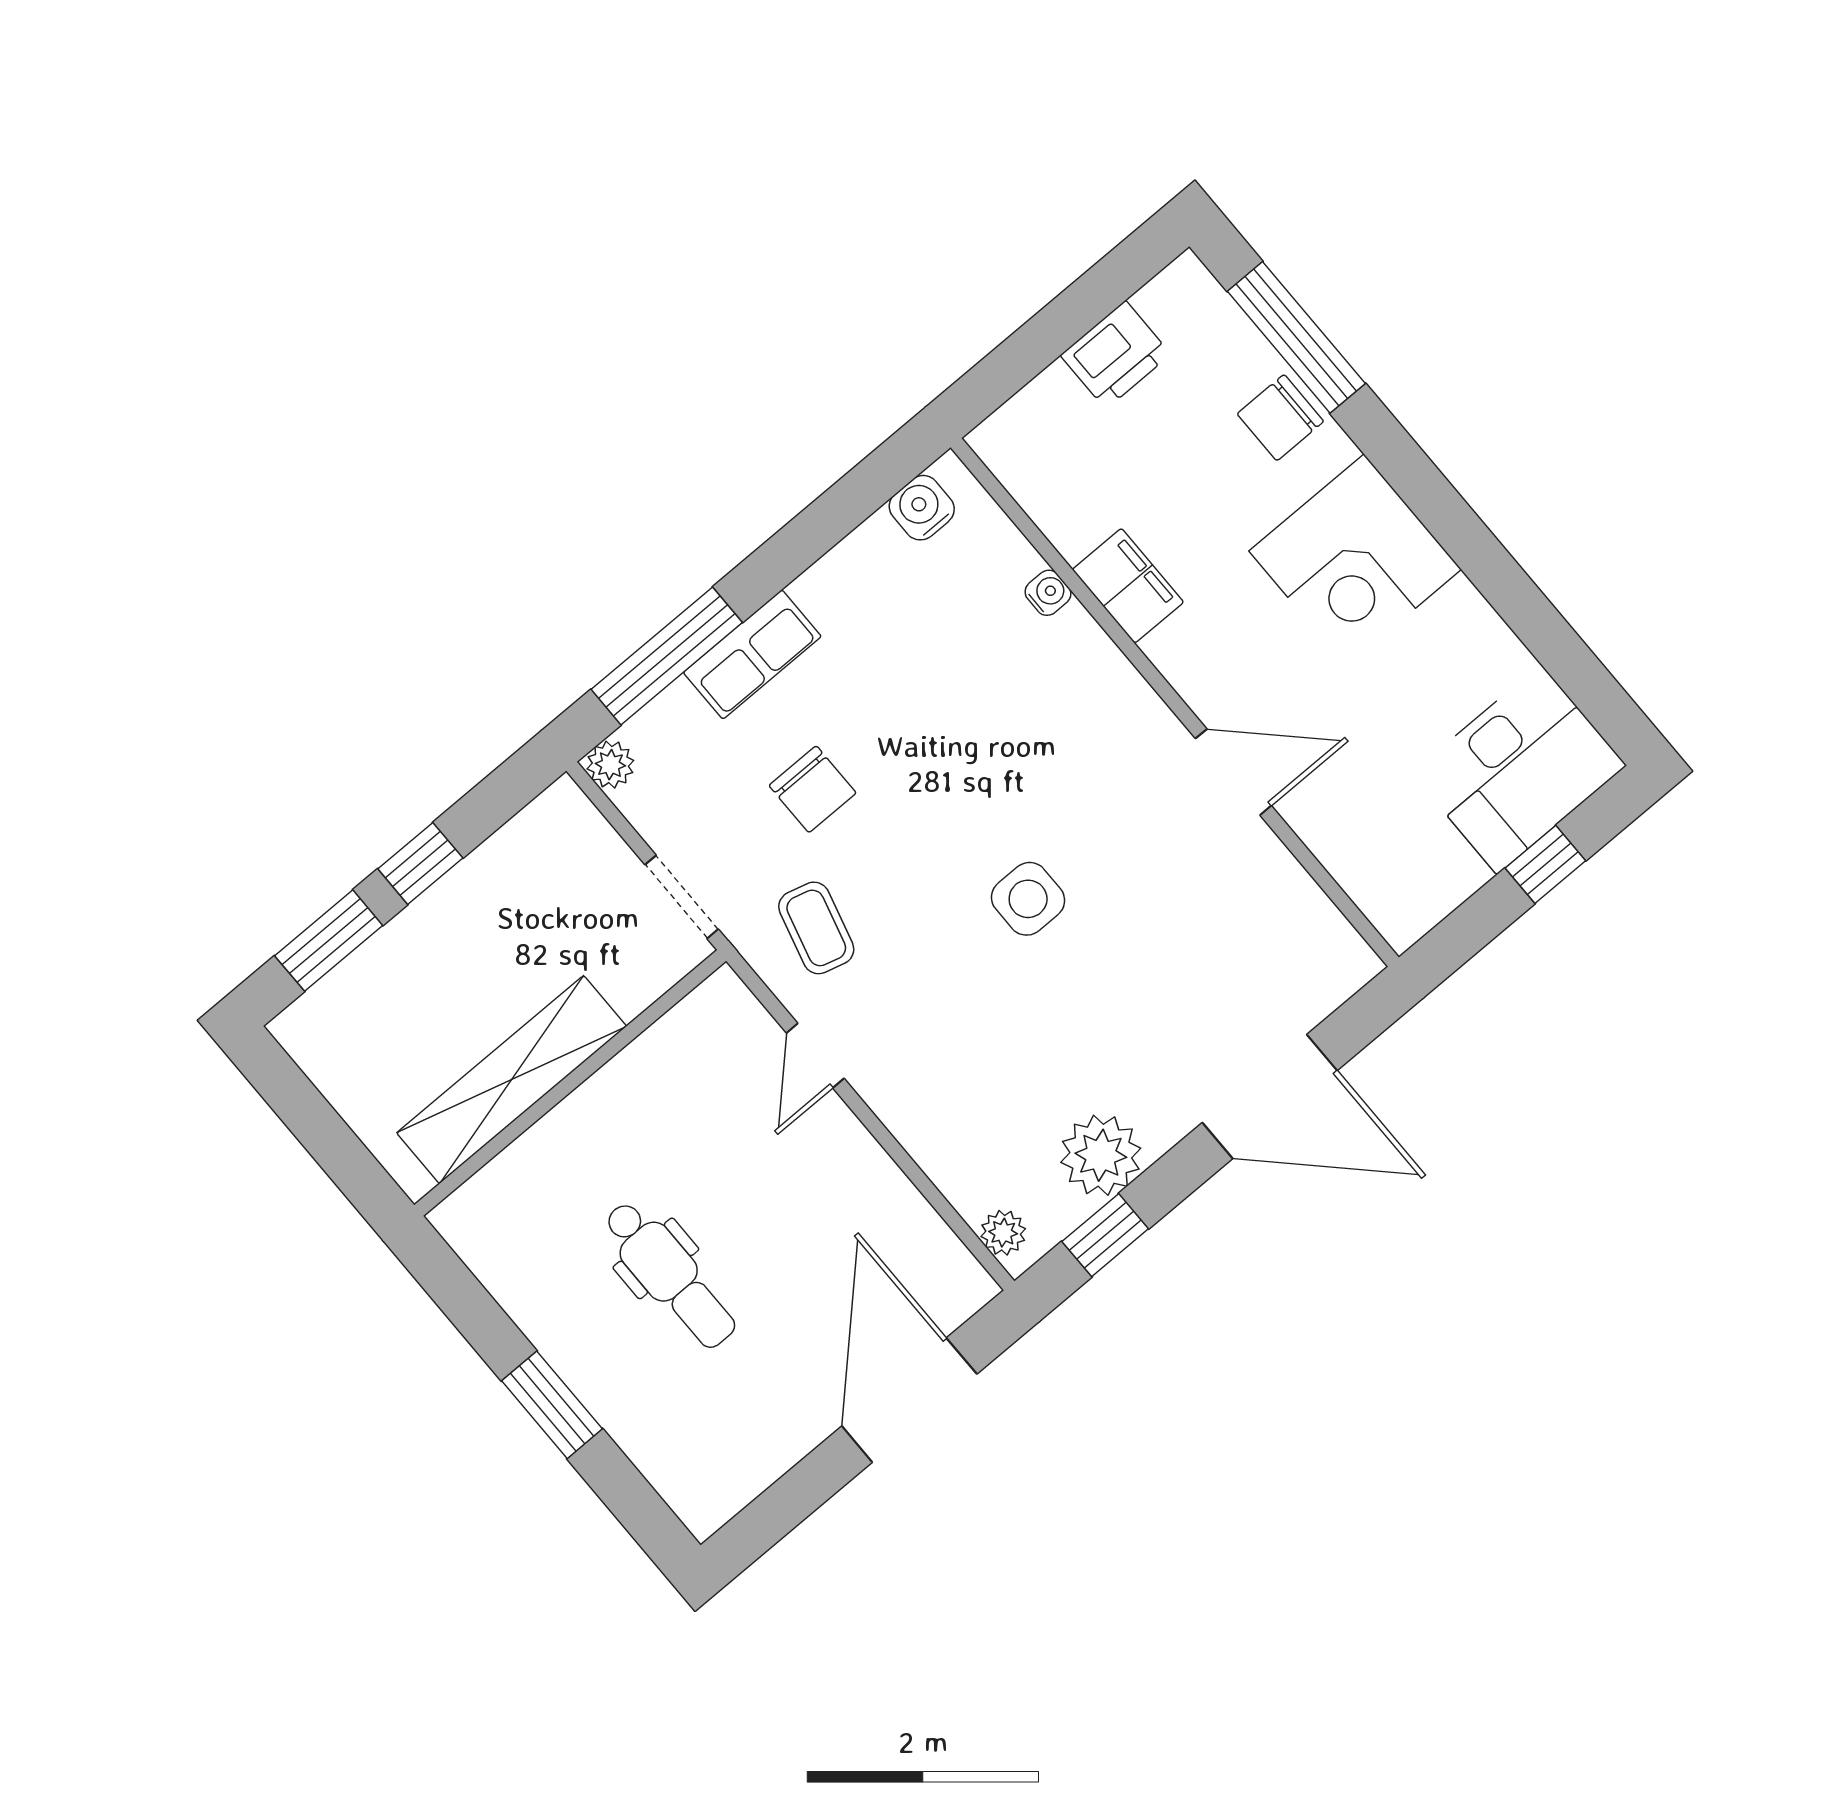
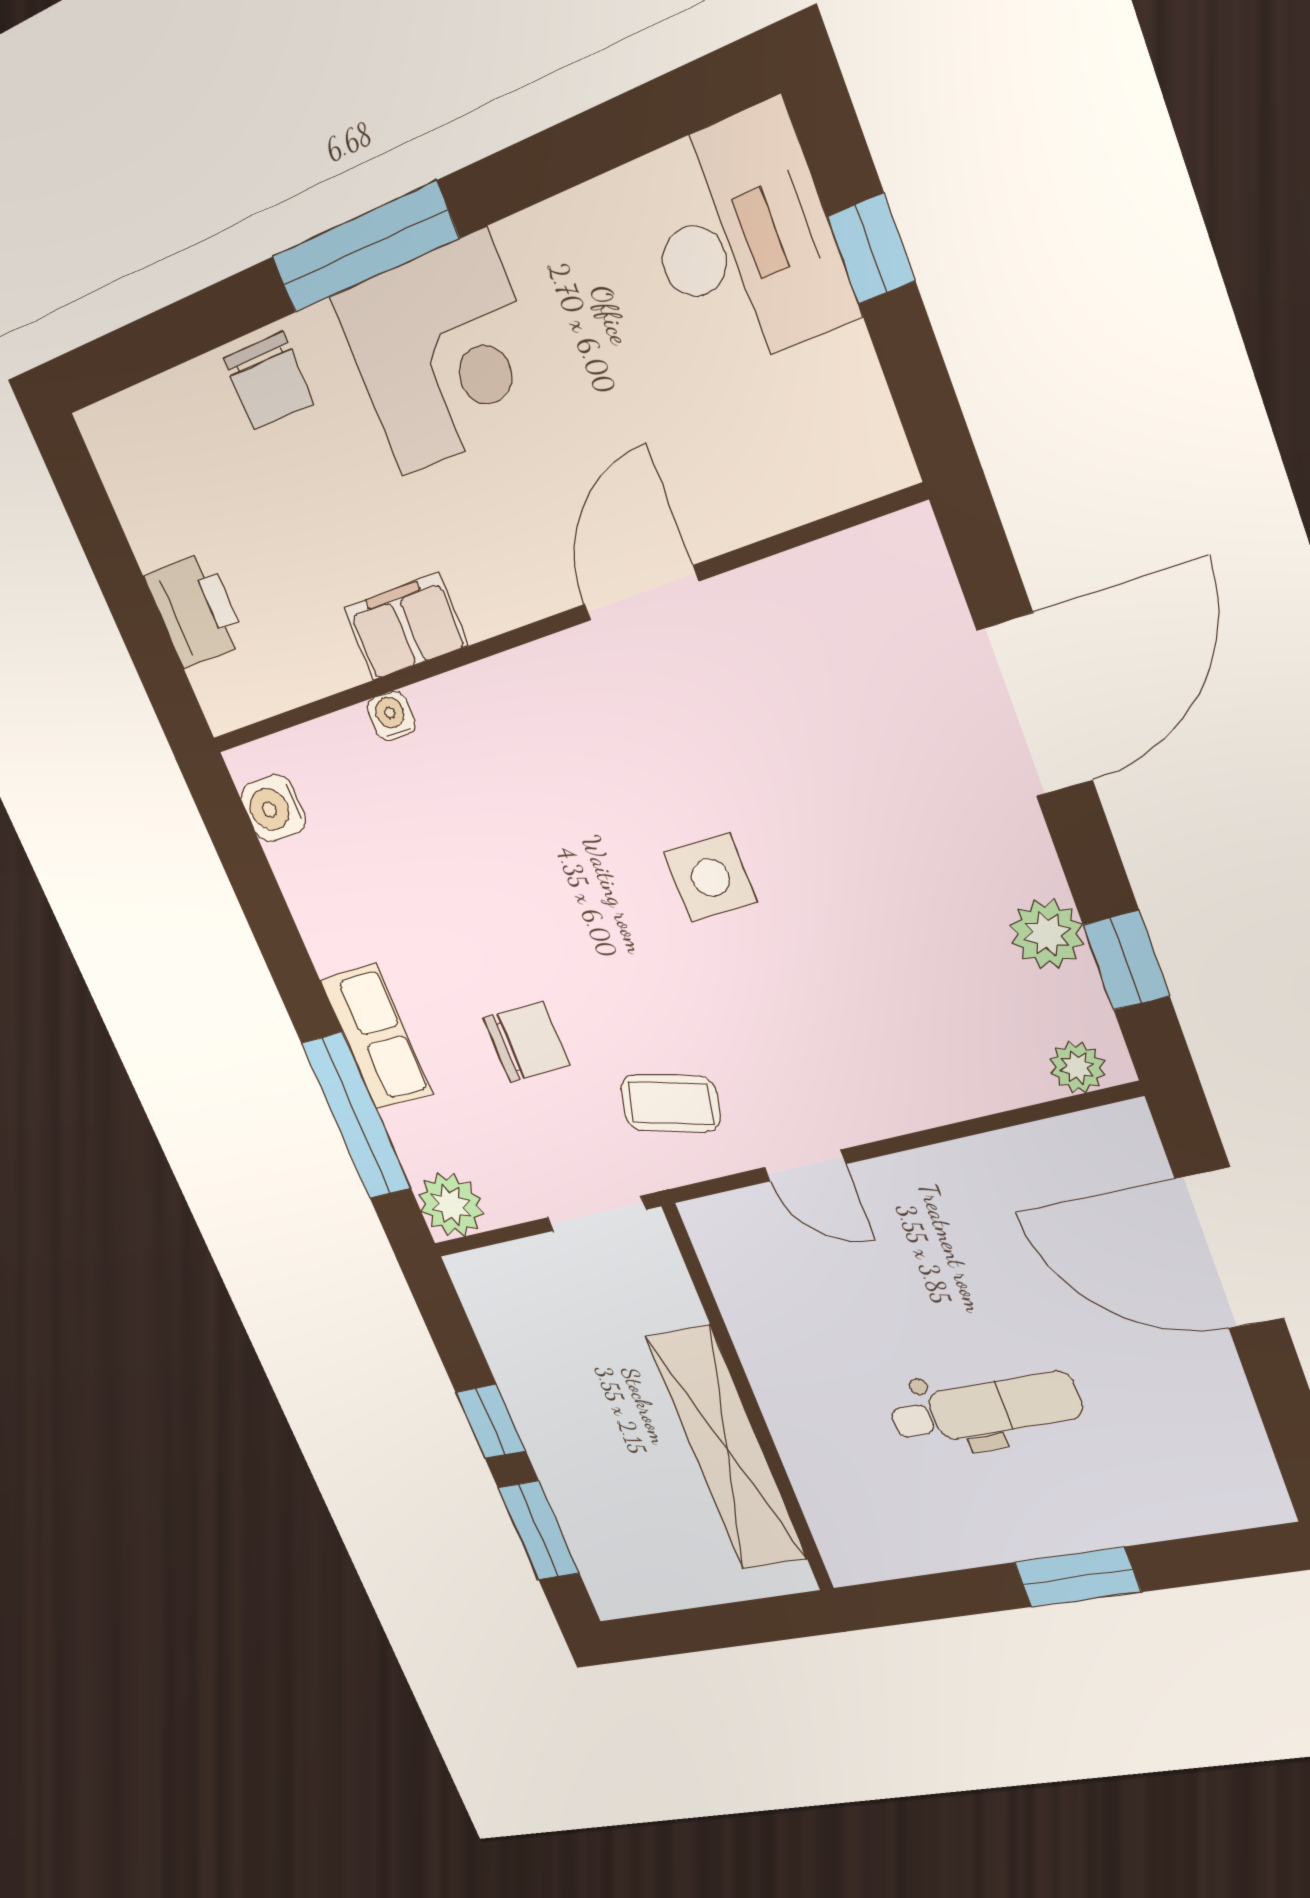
window: (1296, 337) -> (365, 247), moved
printer: (1116, 355) -> (196, 610), moved
plant: (610, 765) -> (451, 1205), width x1.38, depth x1.38
plant: (1101, 1155) -> (1047, 934), width x0.73, depth x0.73

